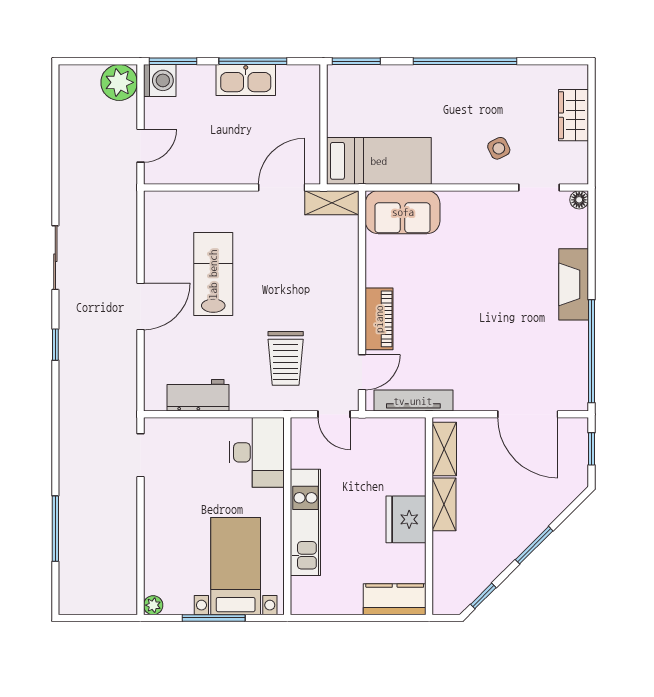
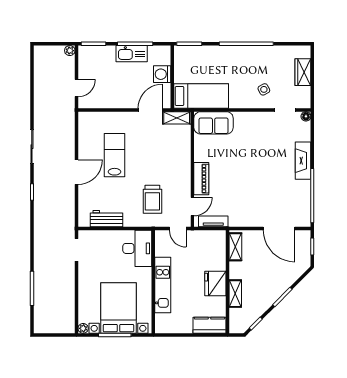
washing machine: (160, 80) -> (162, 74), moved, turned 180
plant: (119, 82) -> (70, 51), width x0.53, depth x0.53
tv unit: (413, 401) -> (213, 221), width x0.71
shelving: (444, 504) -> (235, 294), moved
bed with nightstands: (236, 566) -> (118, 308), width x1.36

